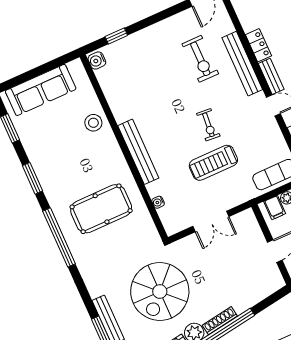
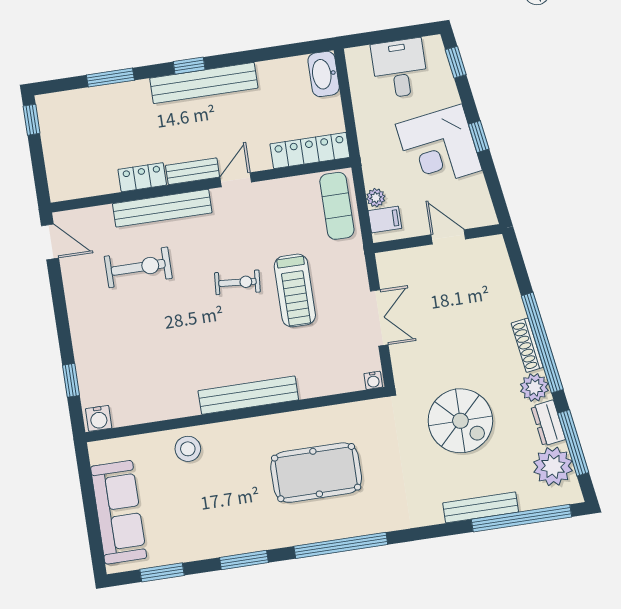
water cooler: (158, 202) -> (373, 380), moved
pool table: (101, 209) -> (316, 473), turned 90
spiral stairs: (160, 292) -> (460, 421), width x0.73, depth x0.73

